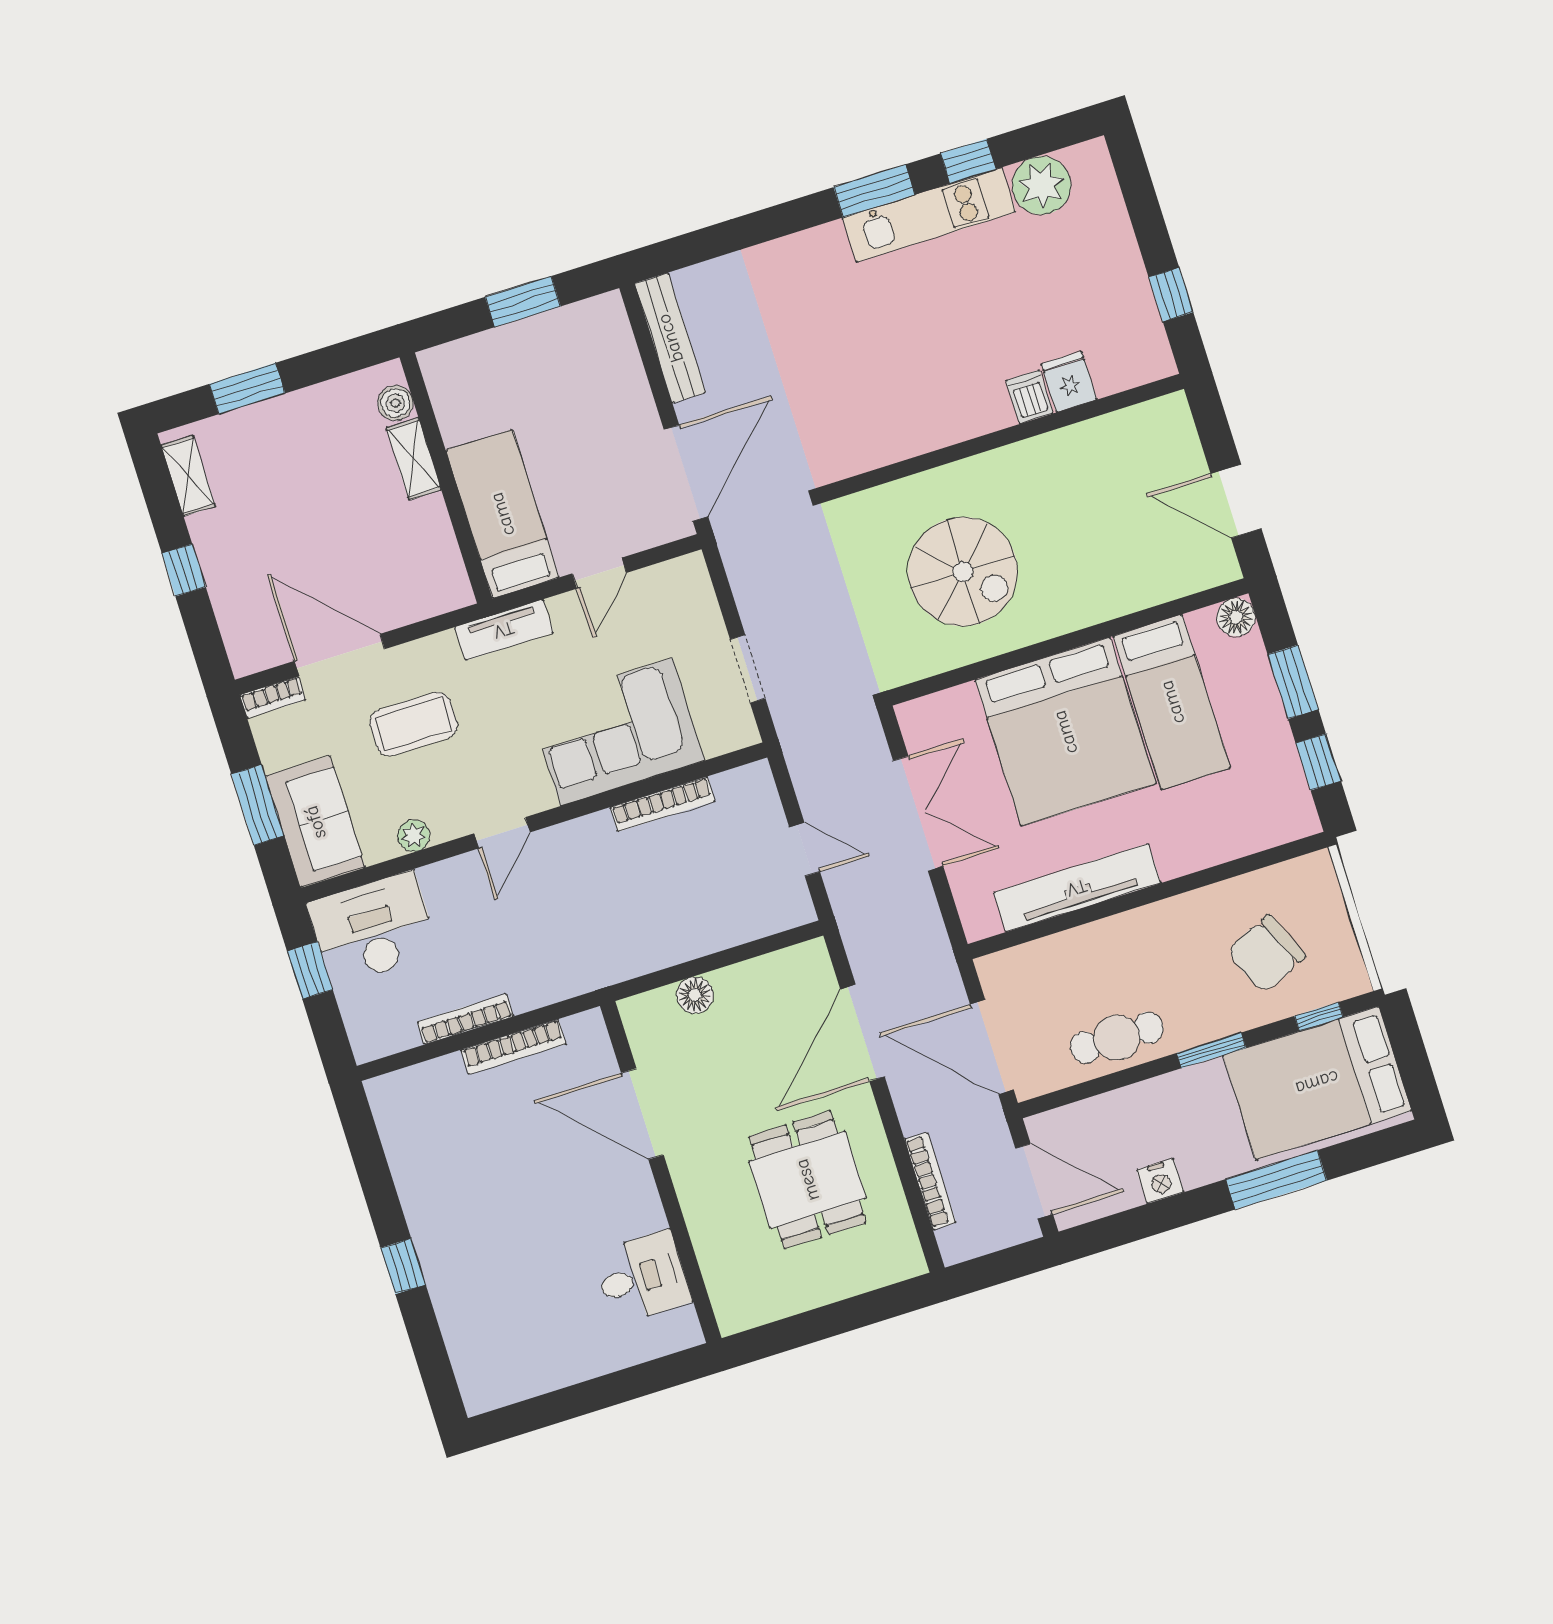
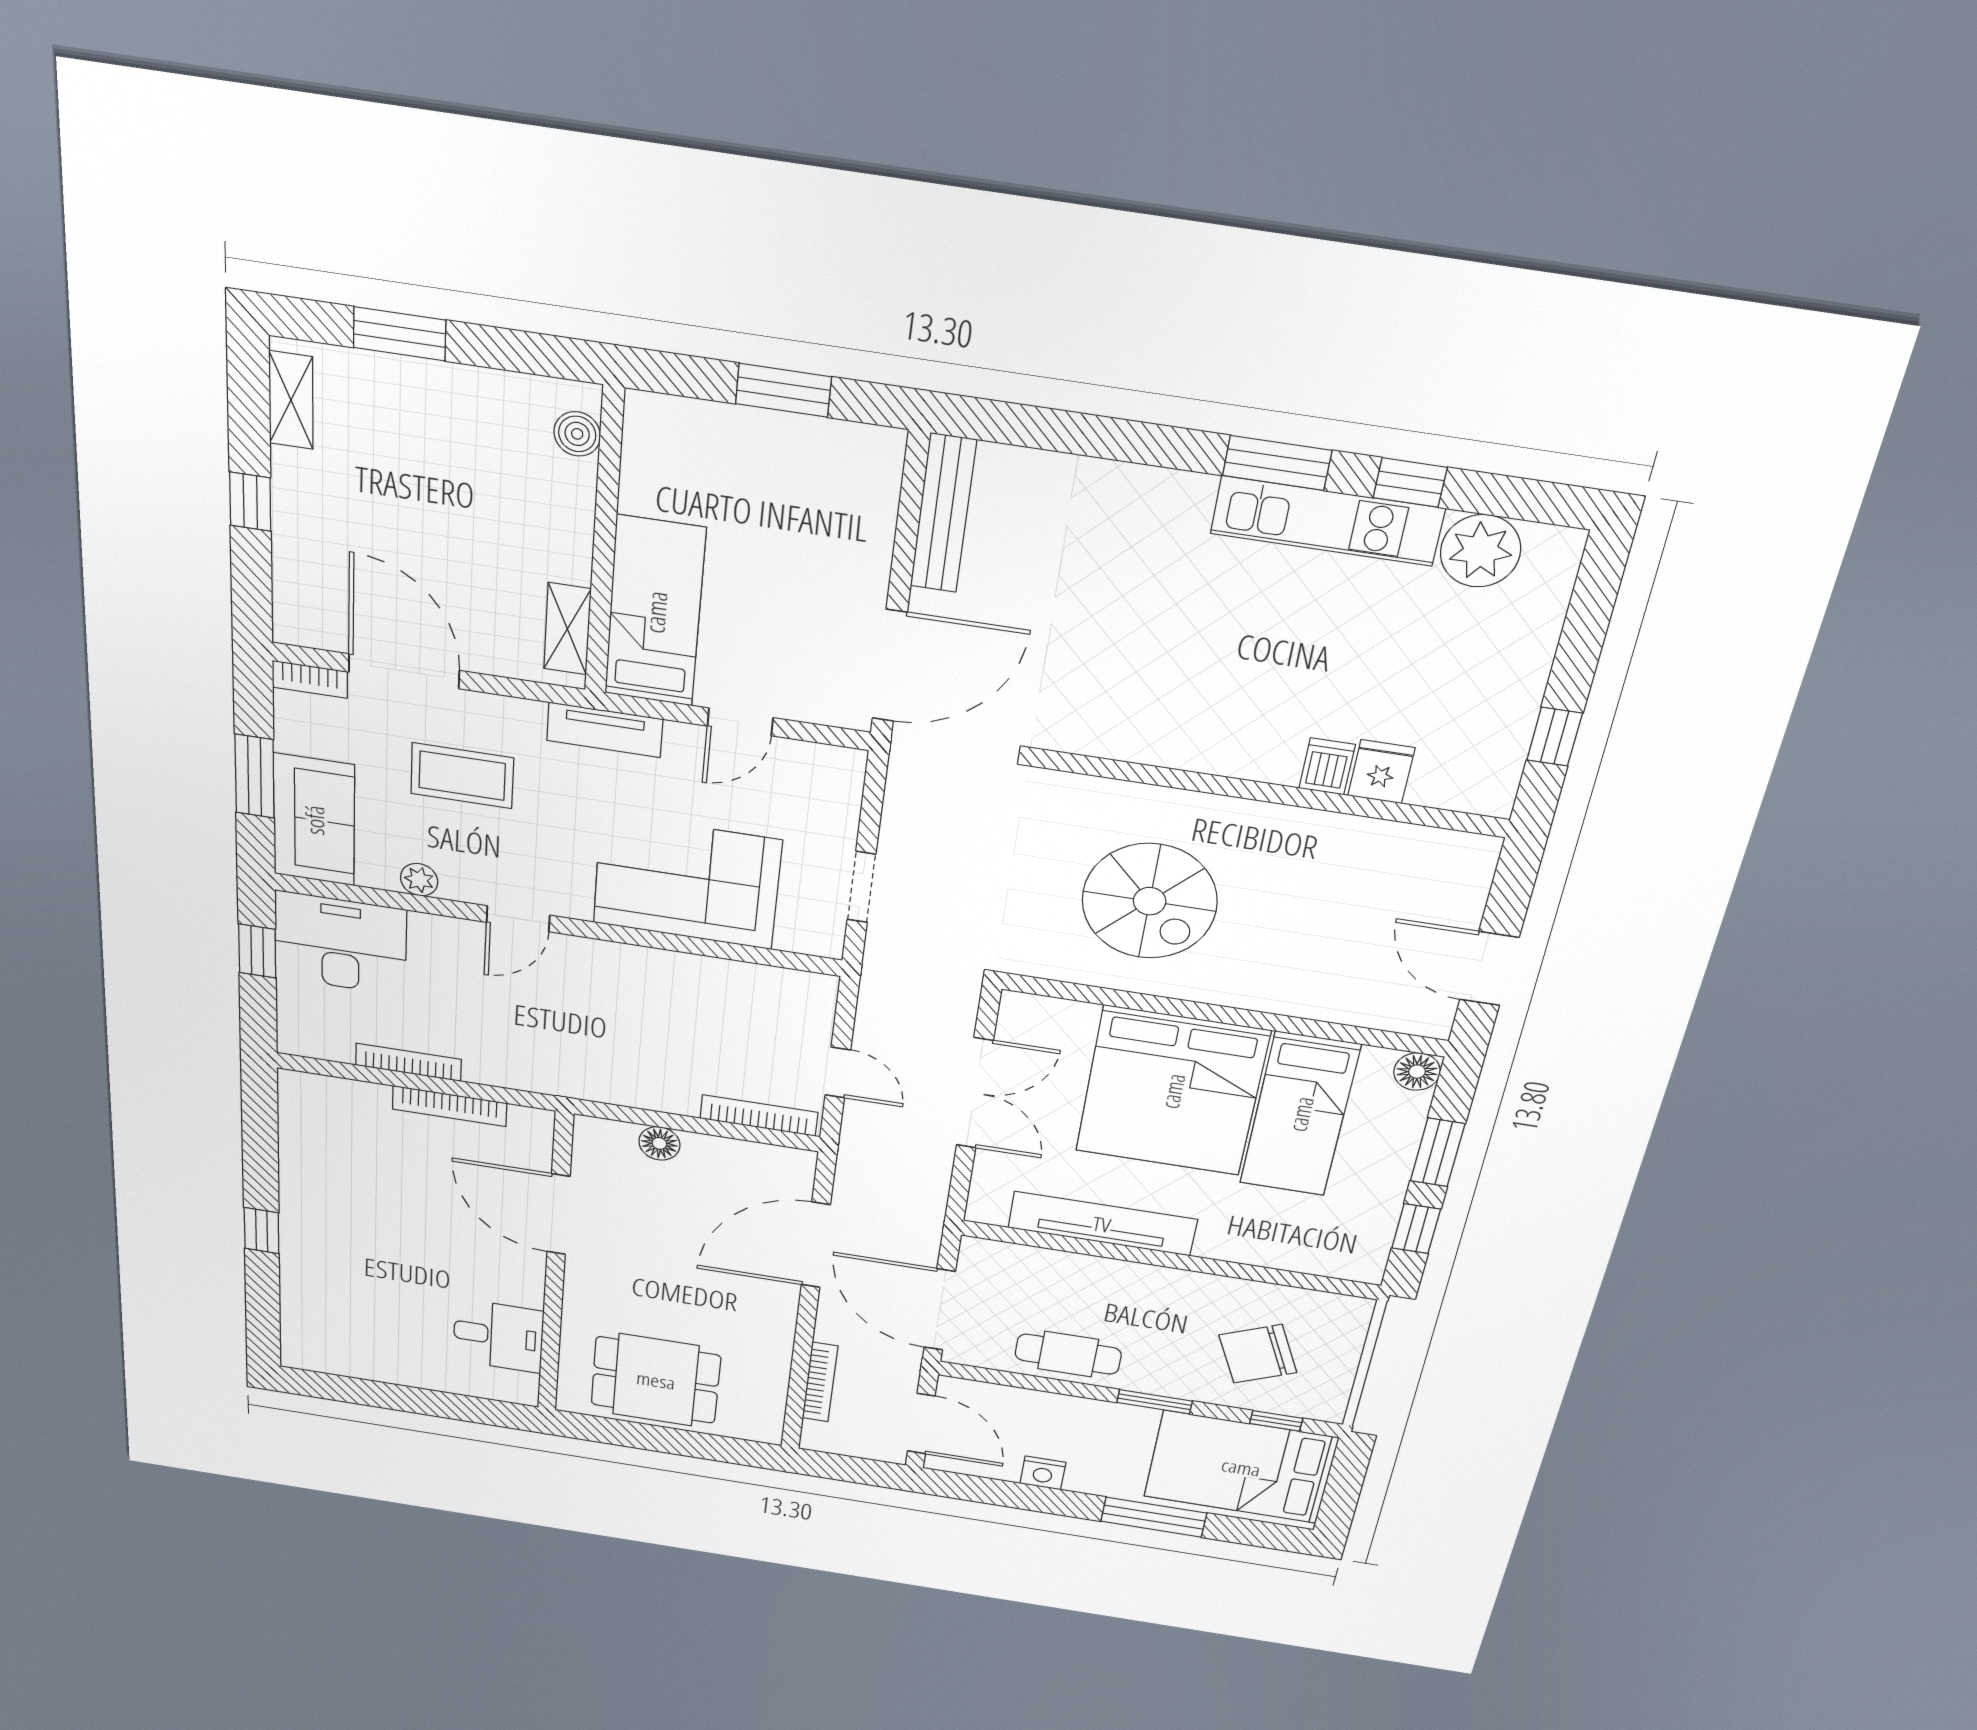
shelving: (414, 459) -> (567, 629), moved
bookcase: (663, 804) -> (759, 1116), moved, turned 180
dining table: (807, 1180) -> (656, 1380), moved, turned 90

